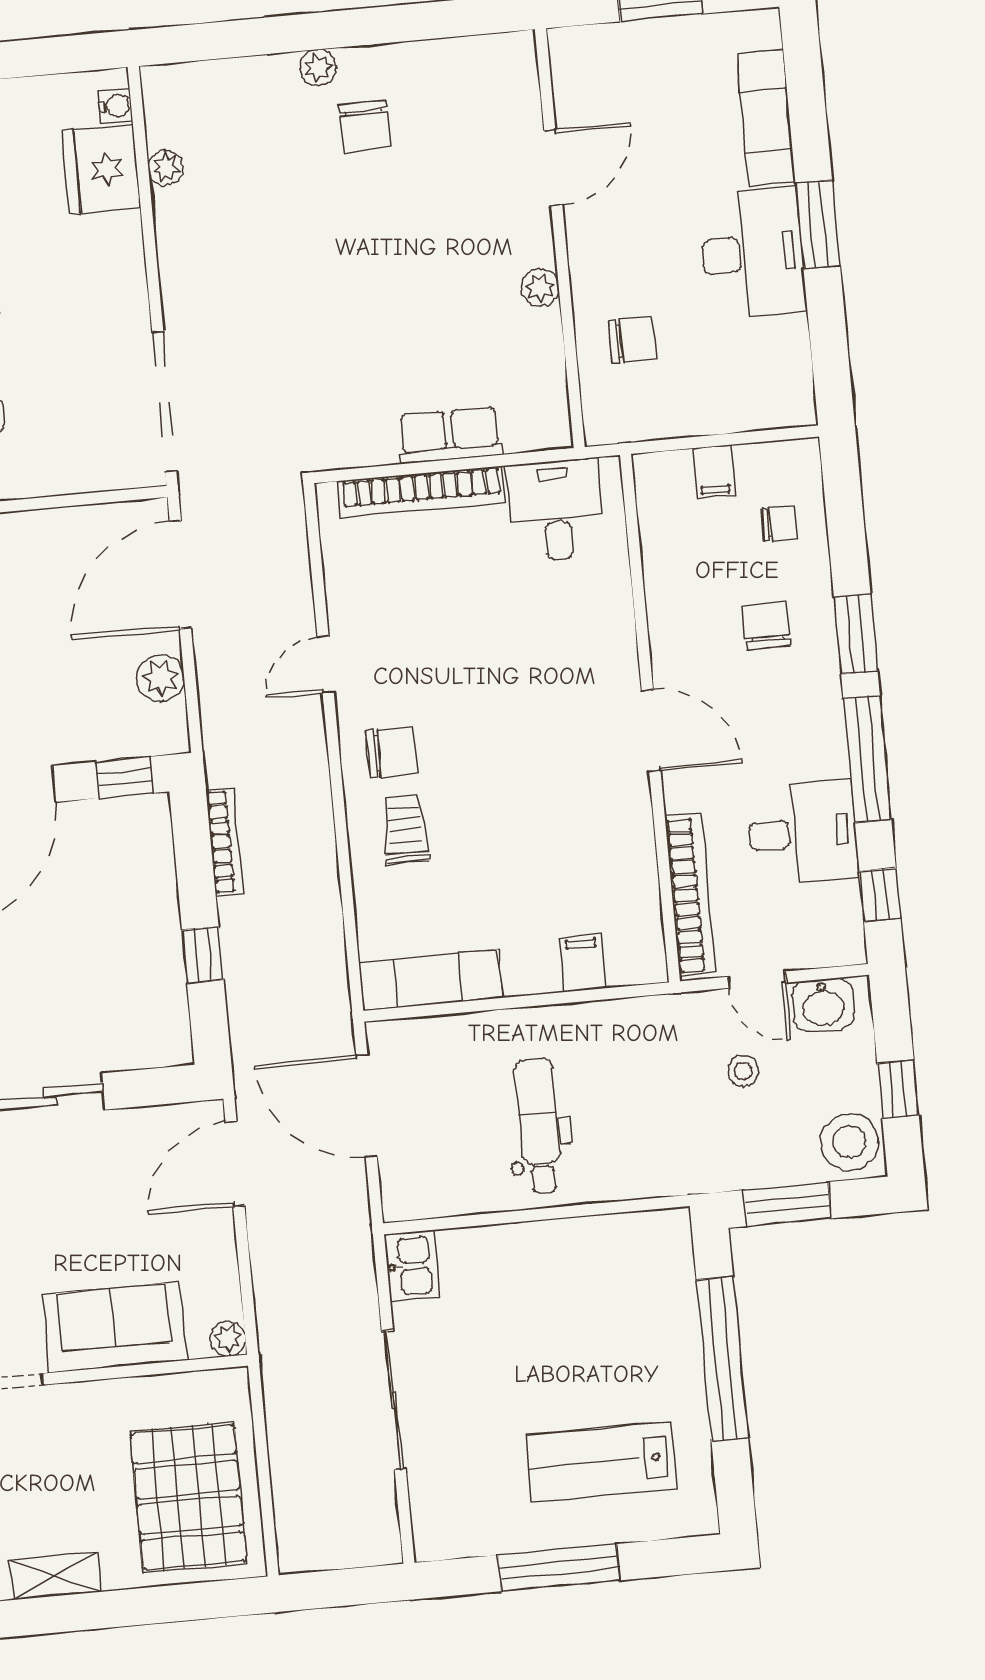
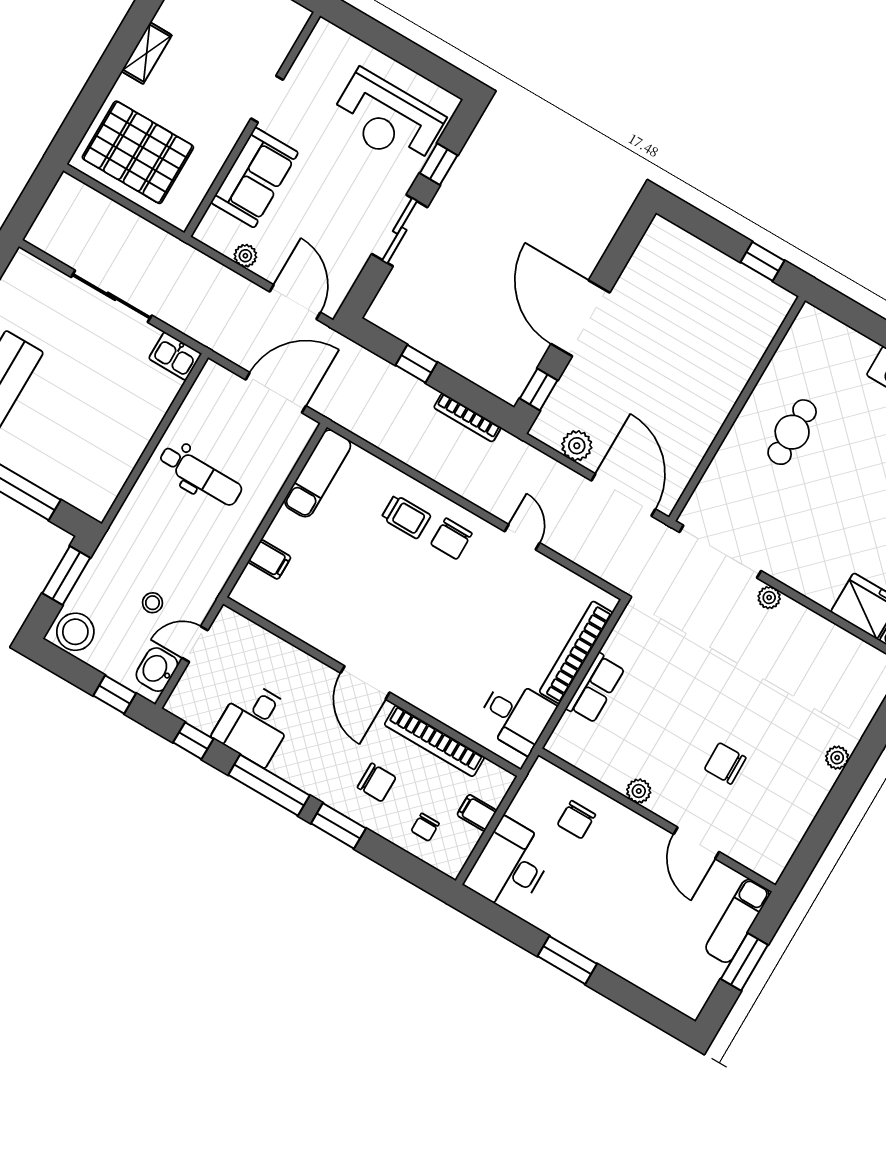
exam couch: (766, 118) -> (737, 921), moved, turned -90
chair: (365, 126) -> (725, 763), moved
plant: (166, 168) -> (769, 598), moved
desk: (752, 253) -> (510, 866), moved, turned 90
door: (651, 730) -> (365, 683), hinge flipped
bookcase: (690, 895) -> (434, 741), moved
window: (898, 1089) -> (115, 695), moved
plant: (228, 1339) -> (245, 256), moved

